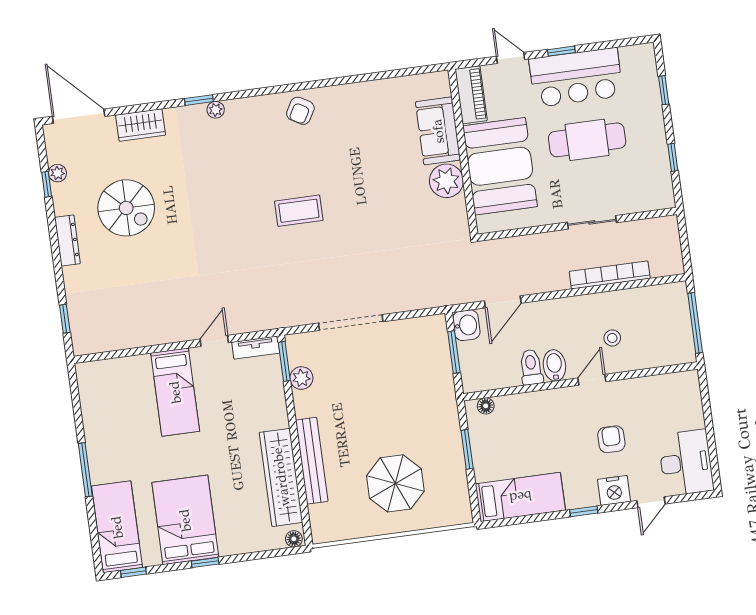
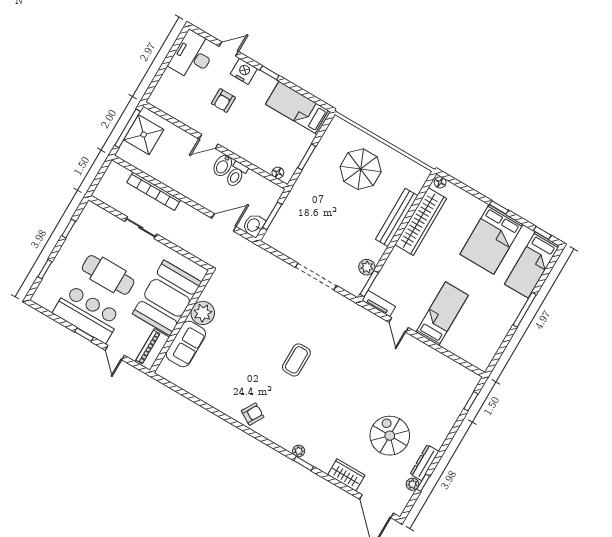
coffee table: (299, 211) -> (296, 360), turned 90
dresser: (67, 240) -> (424, 463), moved
shower: (671, 330) -> (144, 135), added
stool: (612, 338) -> (179, 156), removed
door: (214, 341) -> (399, 325), hinge flipped

